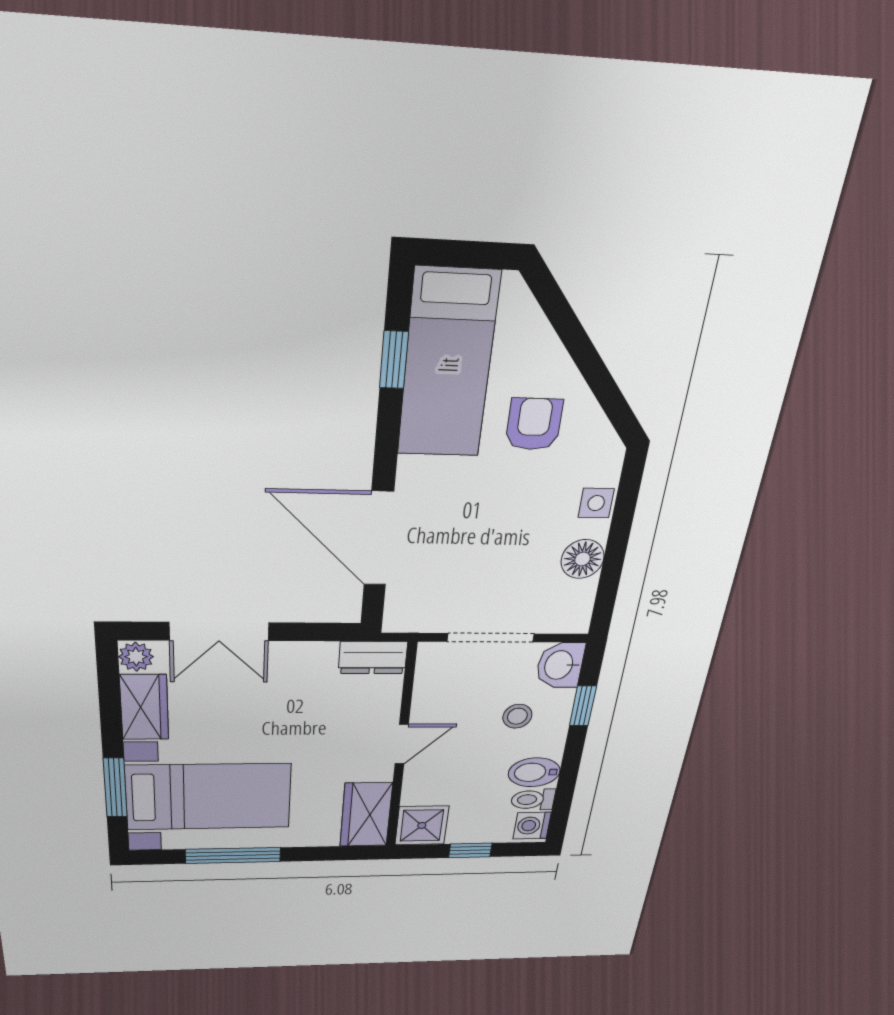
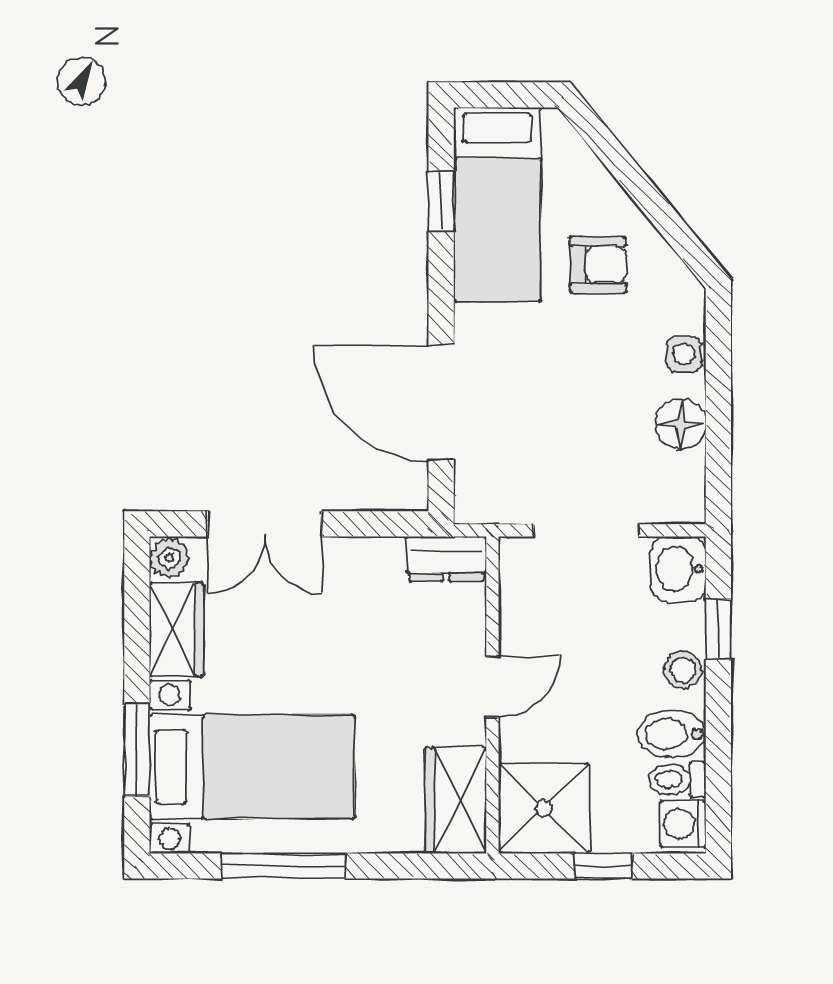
armchair: (534, 424) -> (598, 265), turned 90
stool: (517, 716) -> (683, 670), moved
shower: (422, 825) -> (544, 808), width x1.36, depth x1.36

